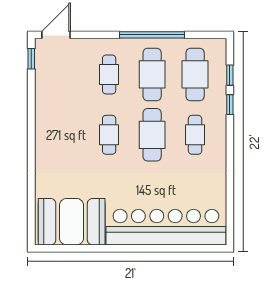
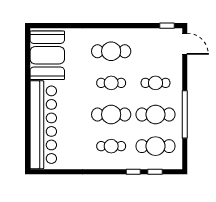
cafe table: (66, 135) -> (111, 51), added

